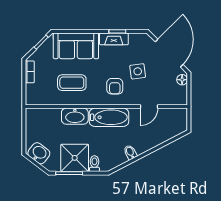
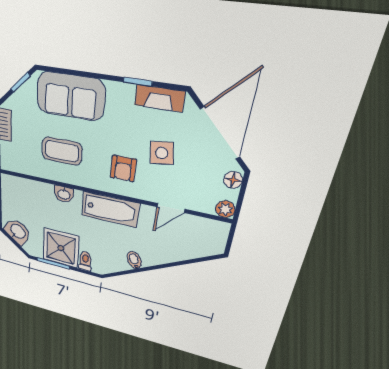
fireplace: (114, 39) -> (160, 98), moved
plant: (182, 99) -> (225, 209), added
washbasin: (75, 116) -> (64, 194), width x0.52, depth x0.69

